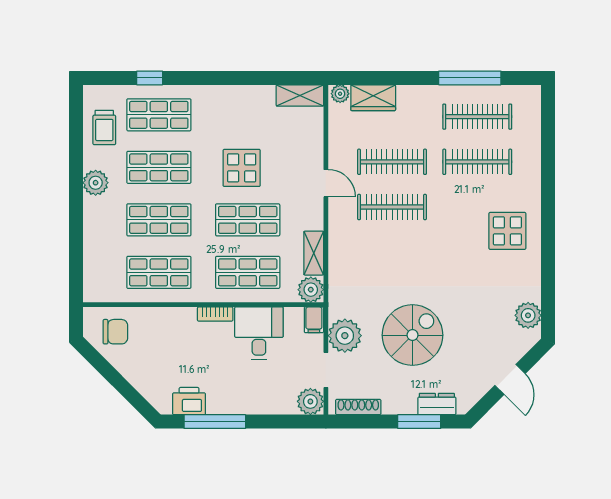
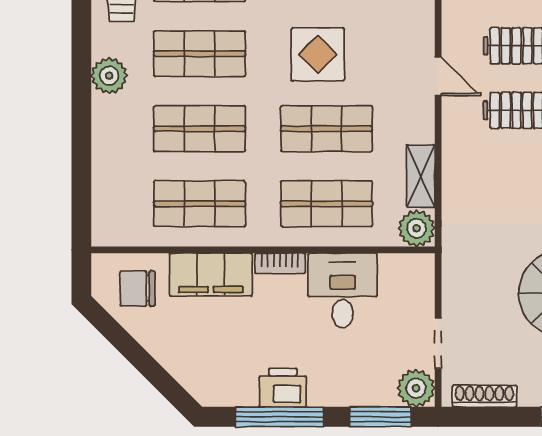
filing cabinet: (314, 320) -> (211, 275), moved, width x3.00, depth x1.17
chair: (115, 332) -> (137, 289), turned 180
plant: (345, 336) -> (465, 294), removed
printer: (189, 401) -> (283, 388), moved
window: (285, 422) -> (380, 417), added

